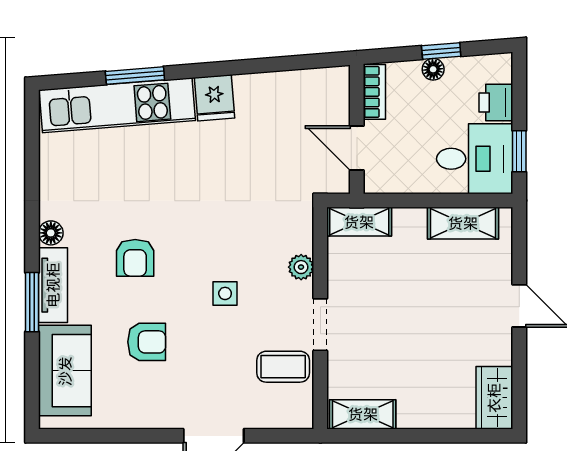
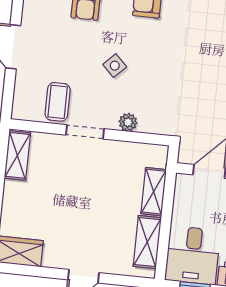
shelving: (359, 222) -> (154, 192), moved
side table: (225, 293) -> (115, 66), turned 45

